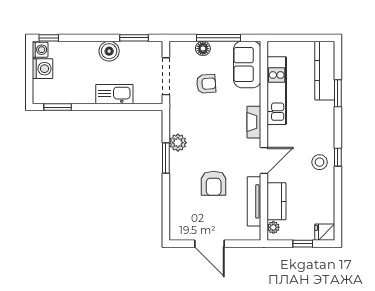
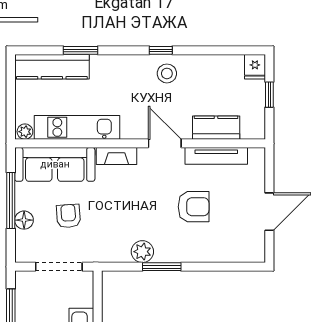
sofa: (247, 64) -> (55, 164), width x1.36
plant: (273, 227) -> (25, 132), moved

